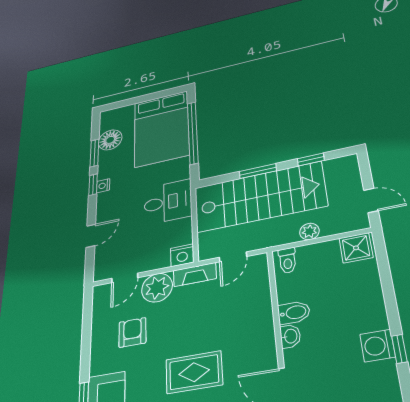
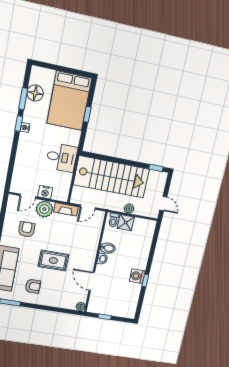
window: (193, 133) -> (87, 114), width x0.32
window: (311, 160) -> (156, 168), moved
window: (258, 171) -> (116, 160), removed
door: (91, 236) -> (12, 160), removed
shower: (356, 248) -> (126, 223), moved
nightstand: (182, 255) -> (45, 192), moved

